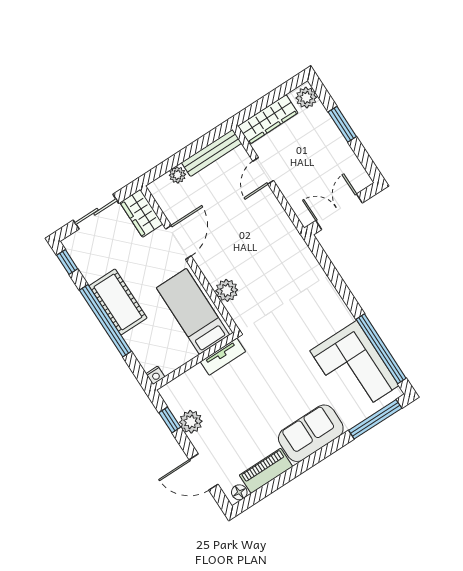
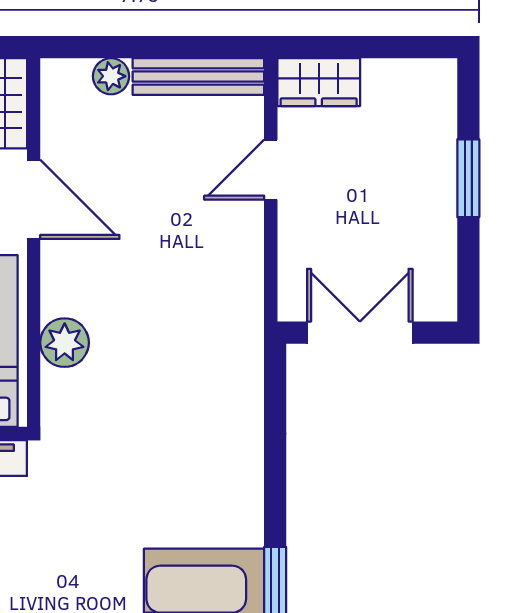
plant: (306, 98) -> (434, 88), removed
wardrobe: (268, 119) -> (319, 82), width x0.67
door: (178, 242) -> (34, 199), hinge flipped

